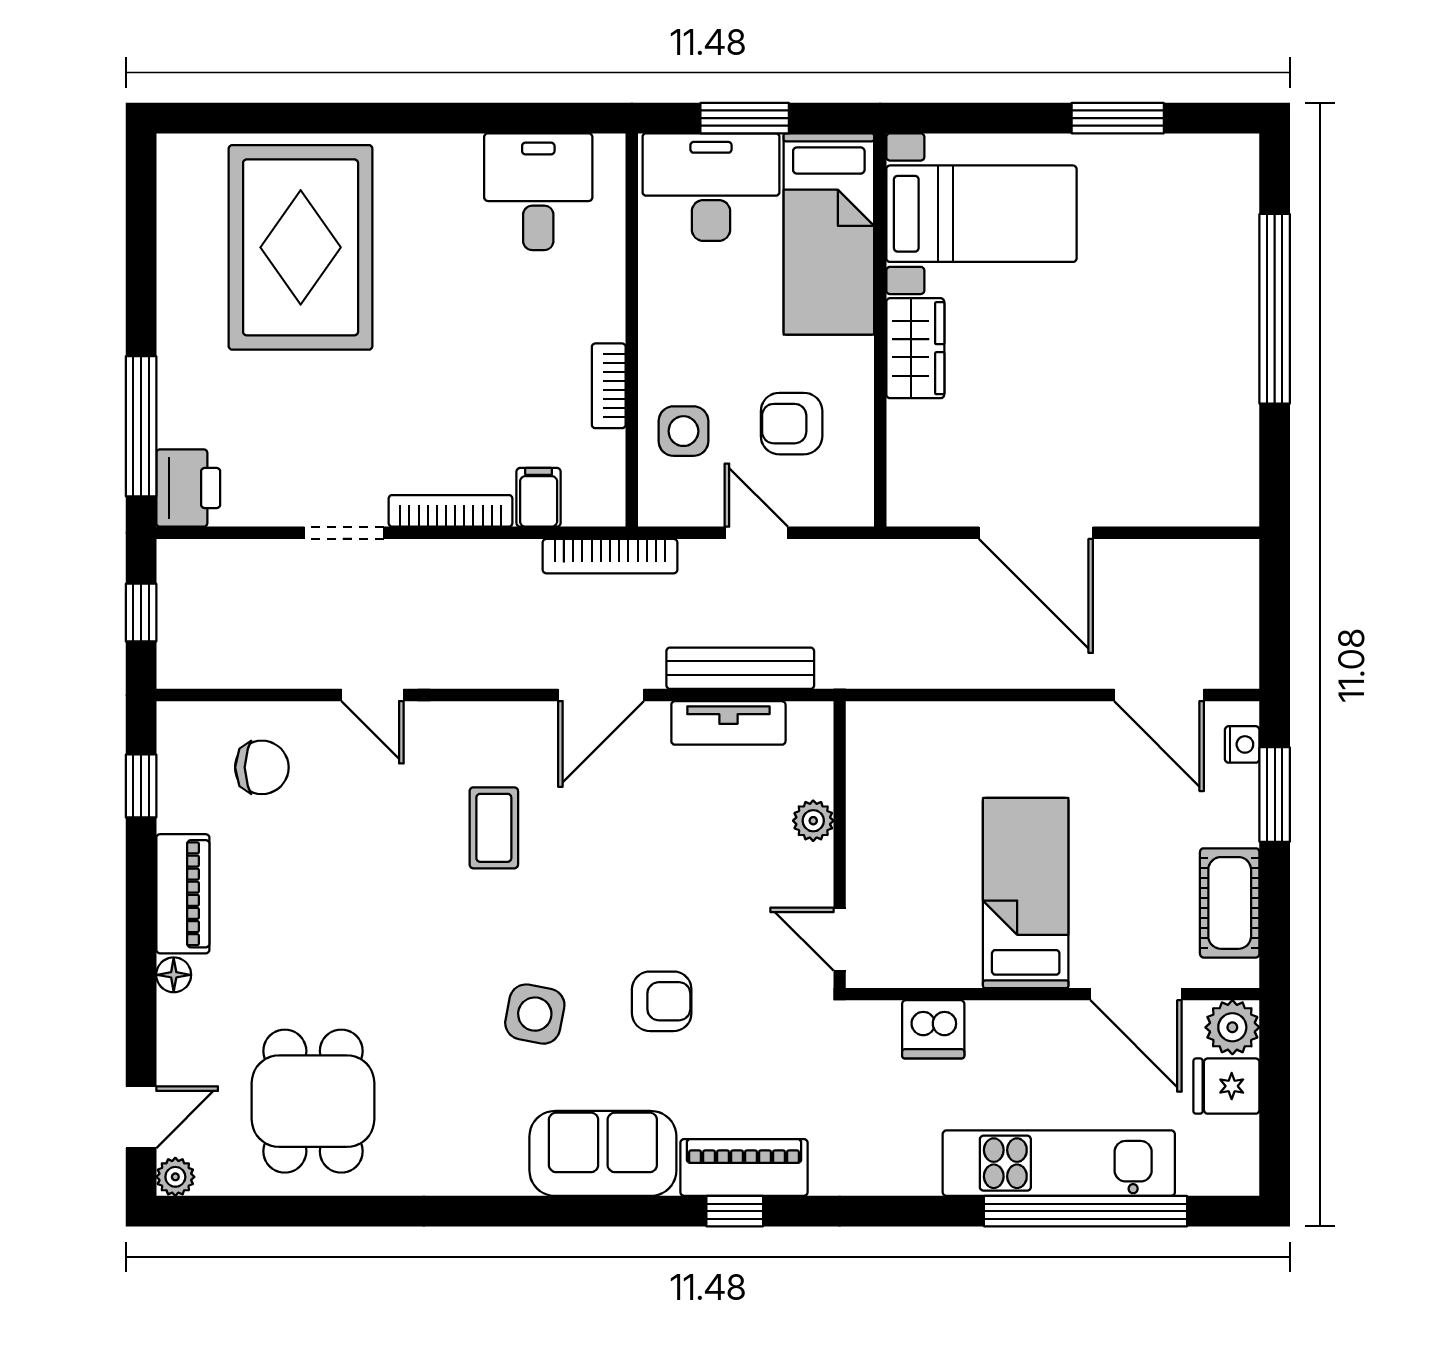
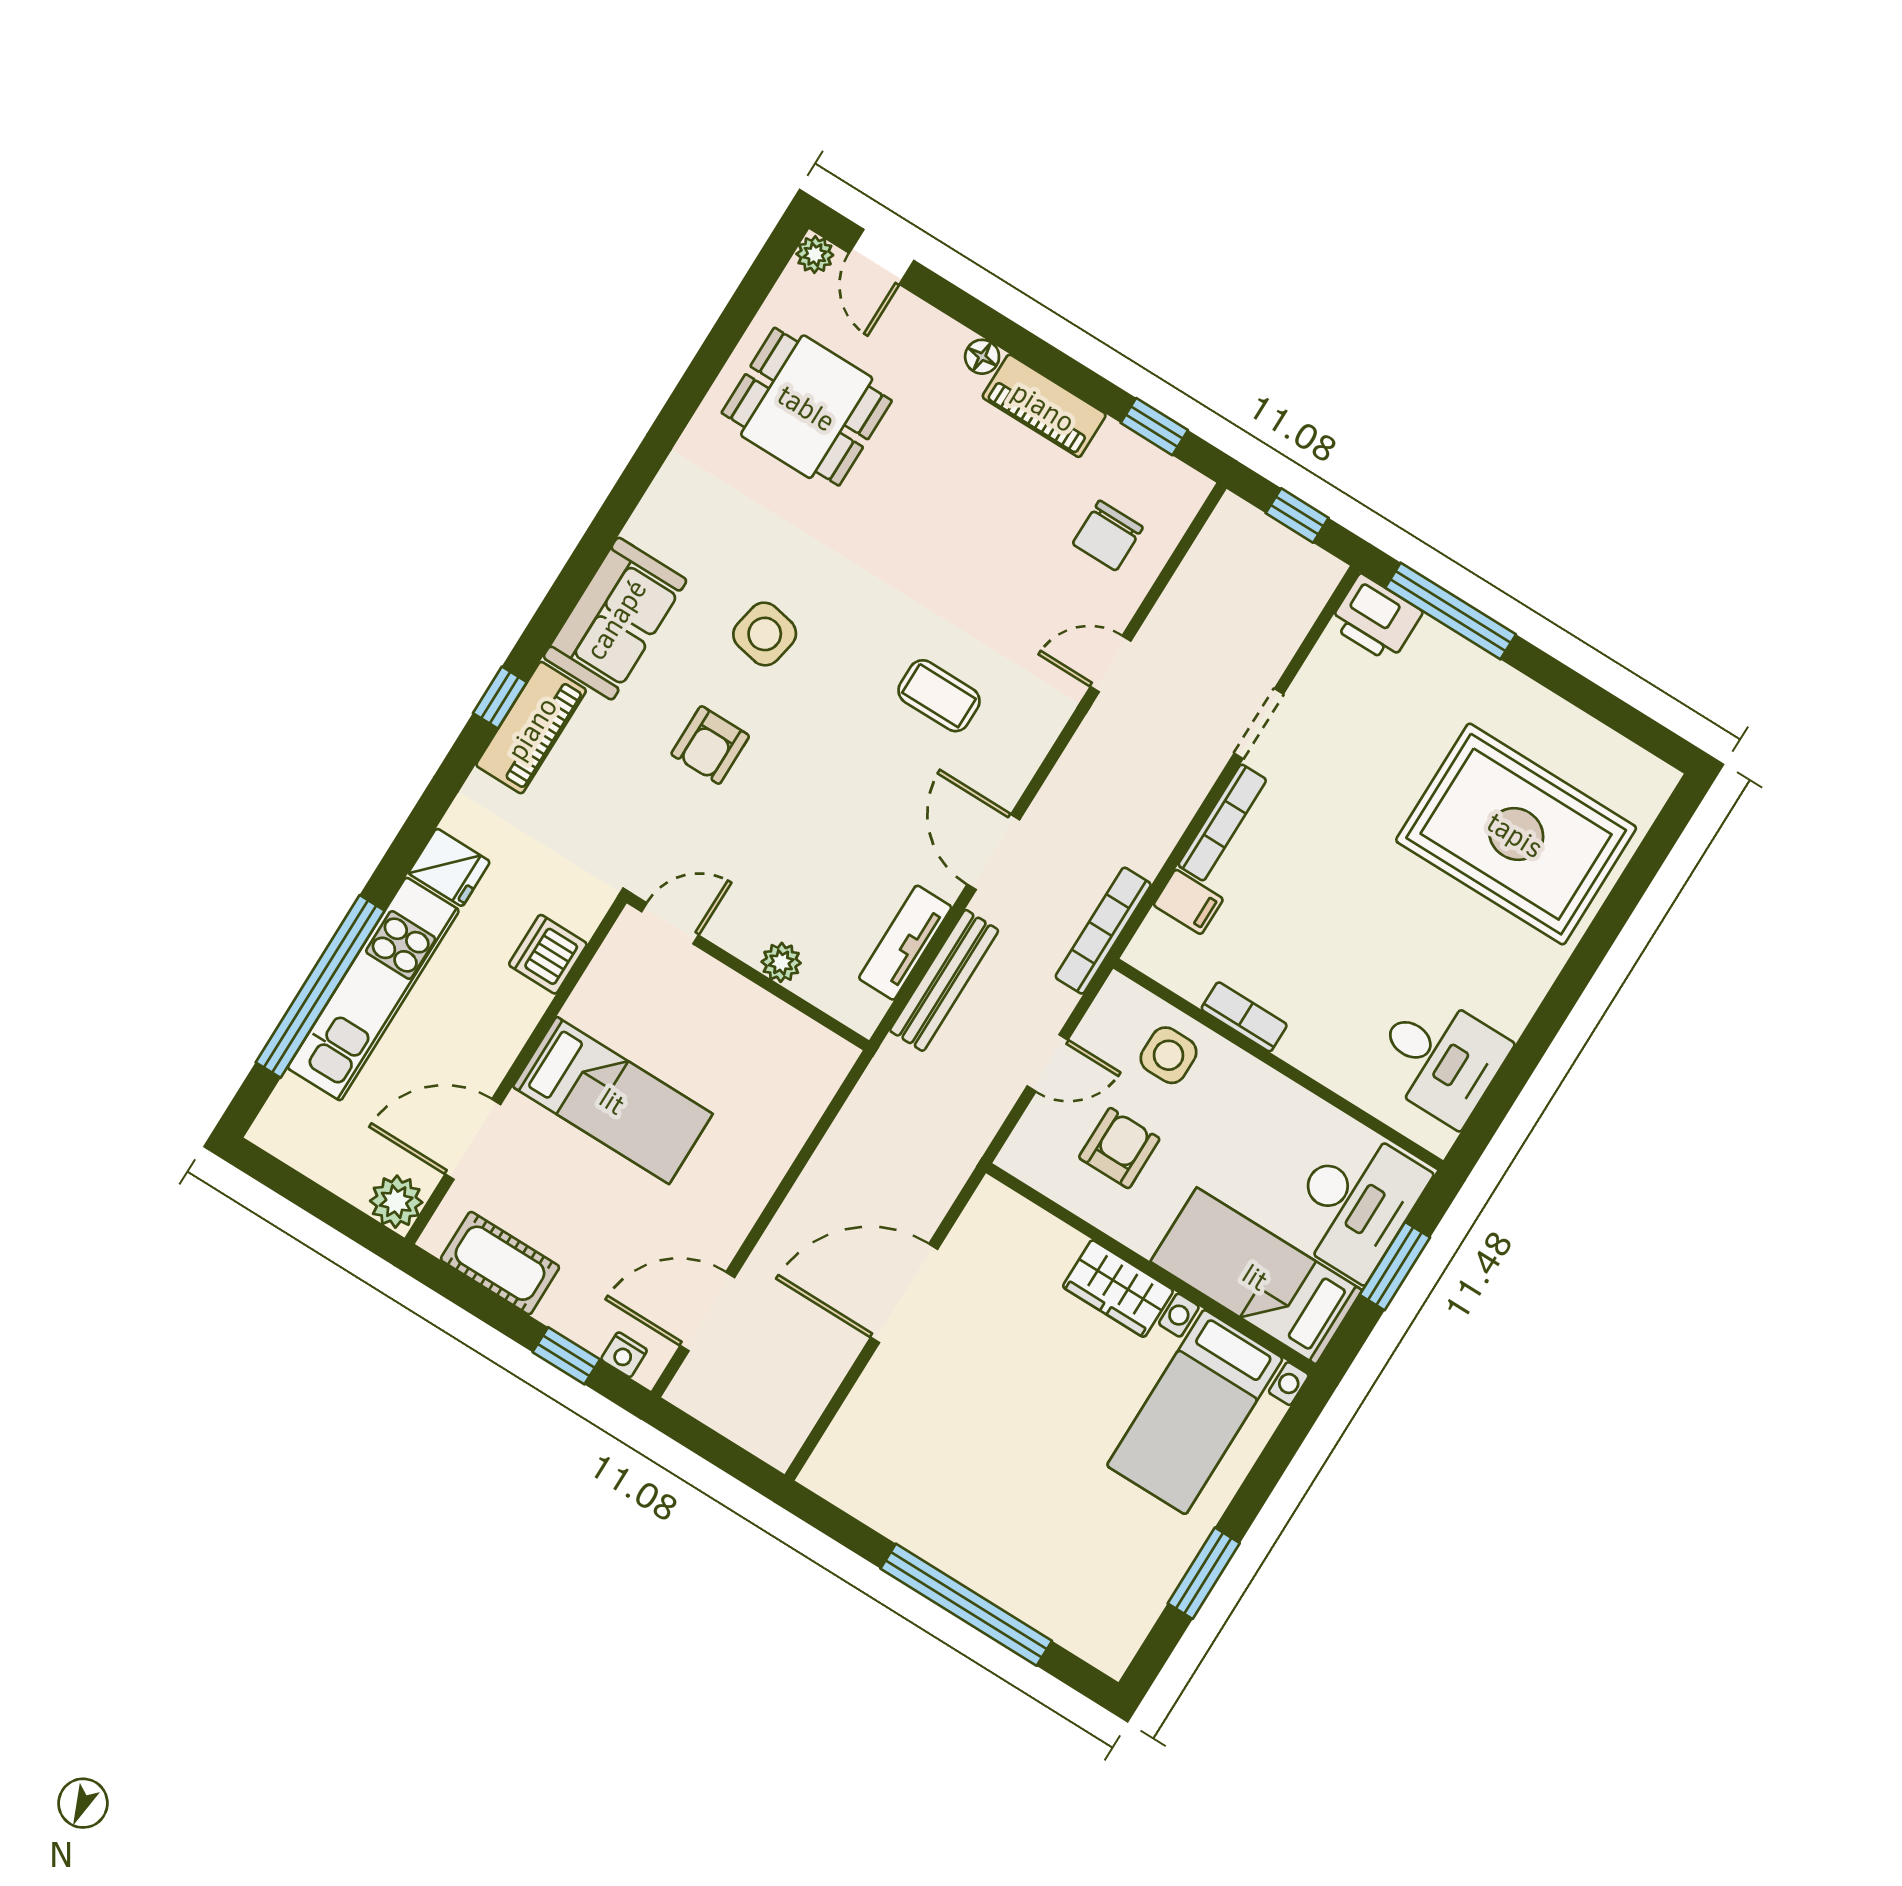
window: (1275, 794) -> (566, 1356), width x0.67
fridge: (1226, 1086) -> (449, 867), moved, turned 90

